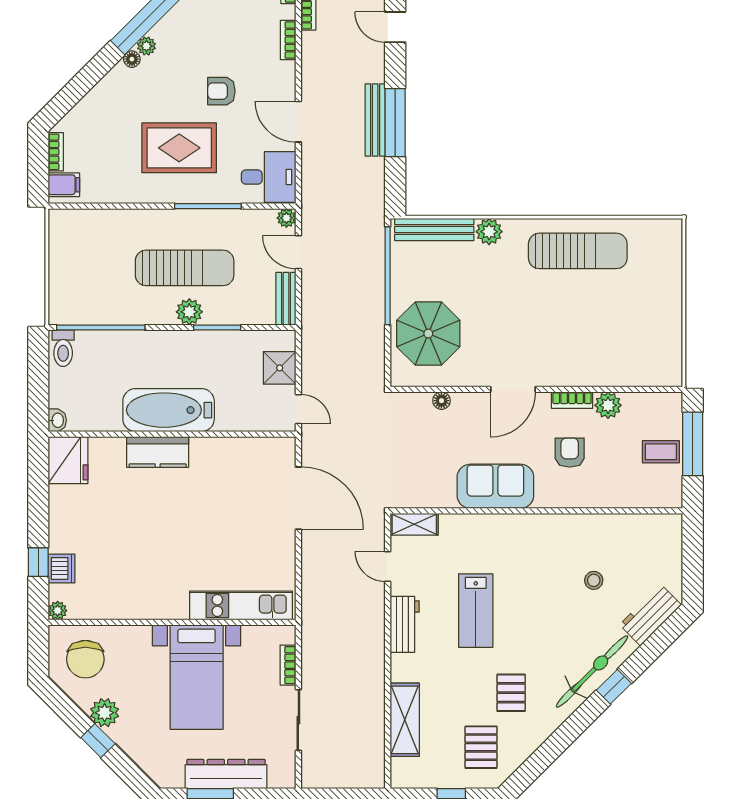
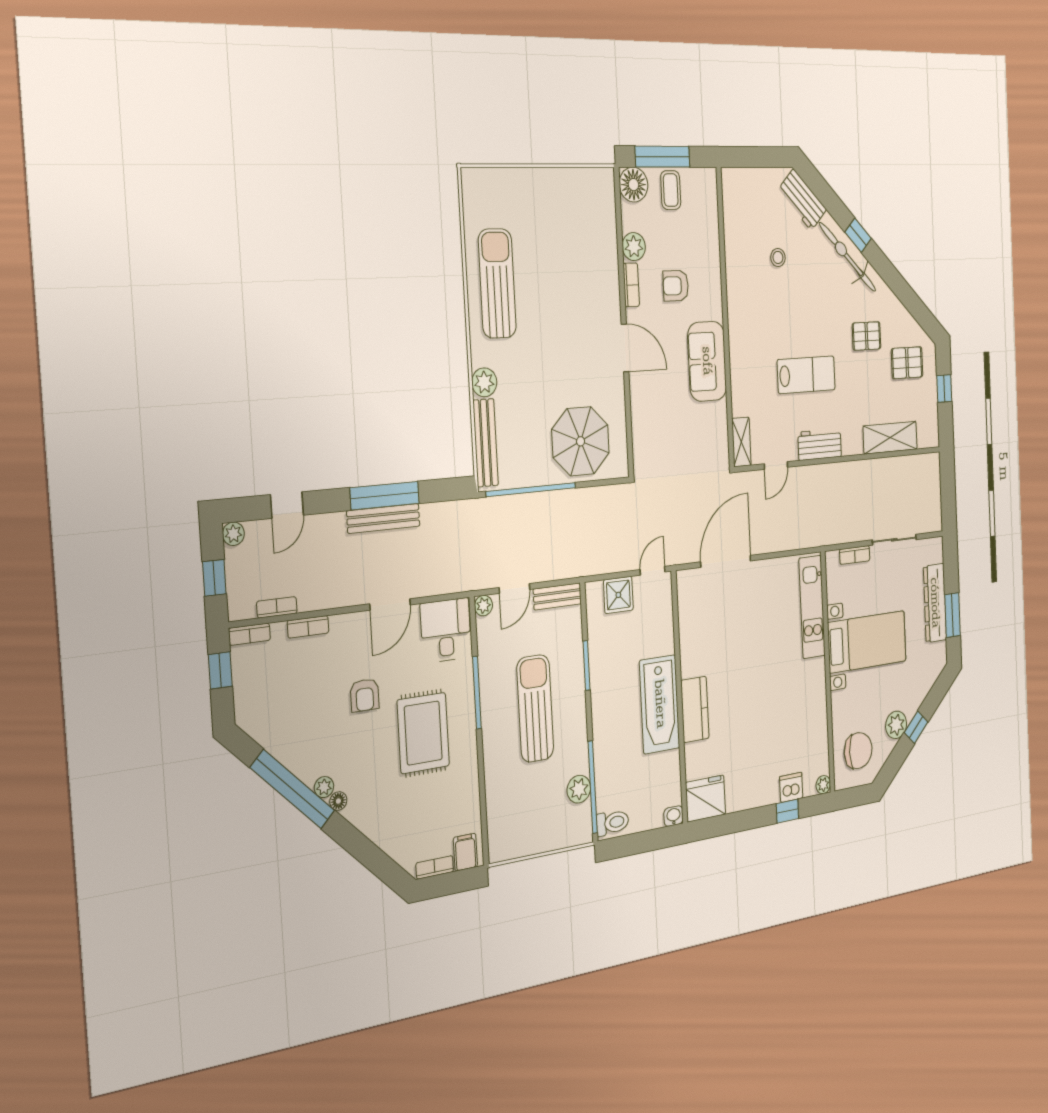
plant: (189, 312) -> (579, 789), moved
floor lamp: (441, 401) -> (634, 185), moved, width x1.89, depth x1.89

